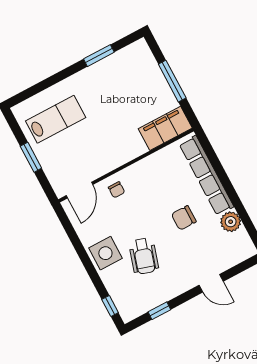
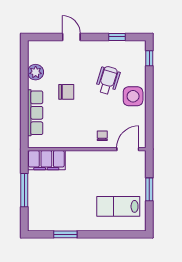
row of seats: (207, 175) -> (35, 113), width x0.73

